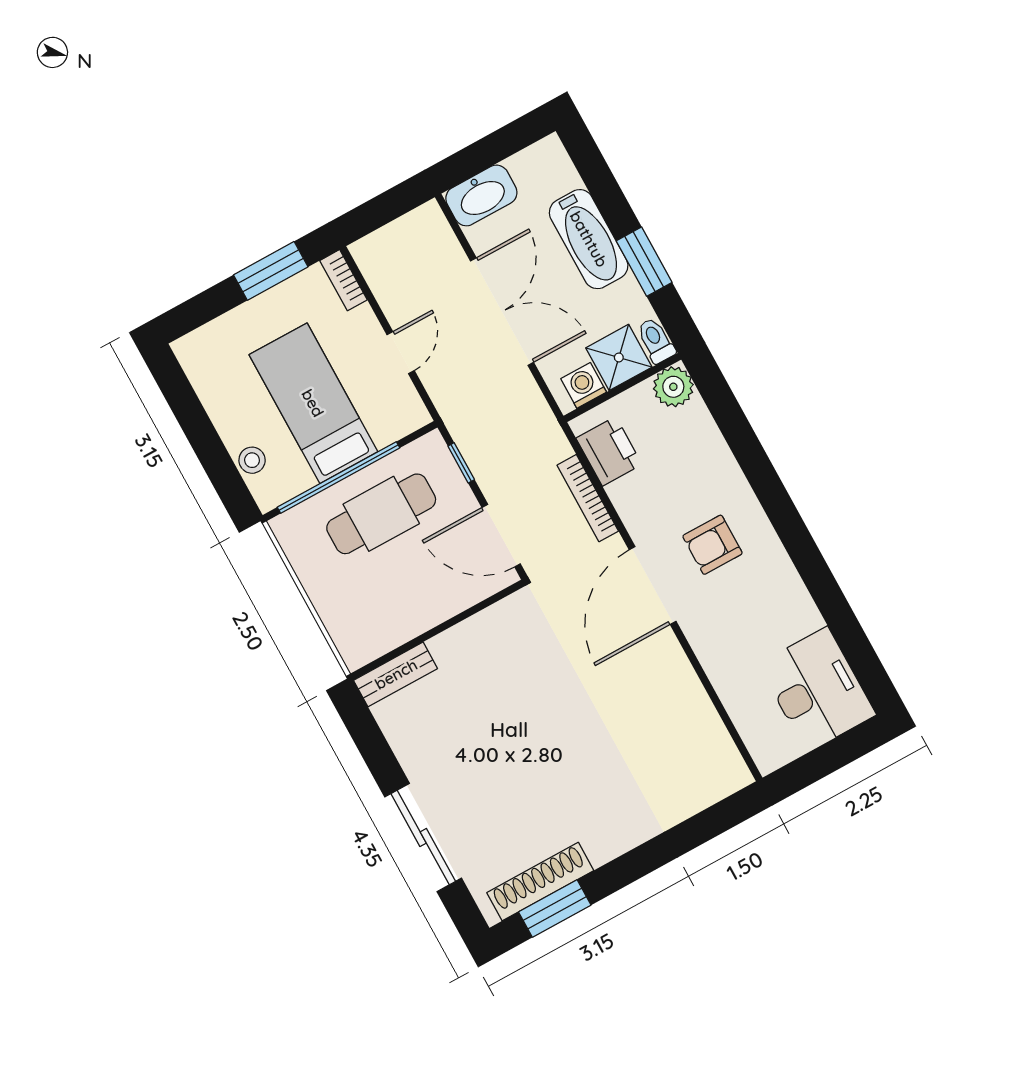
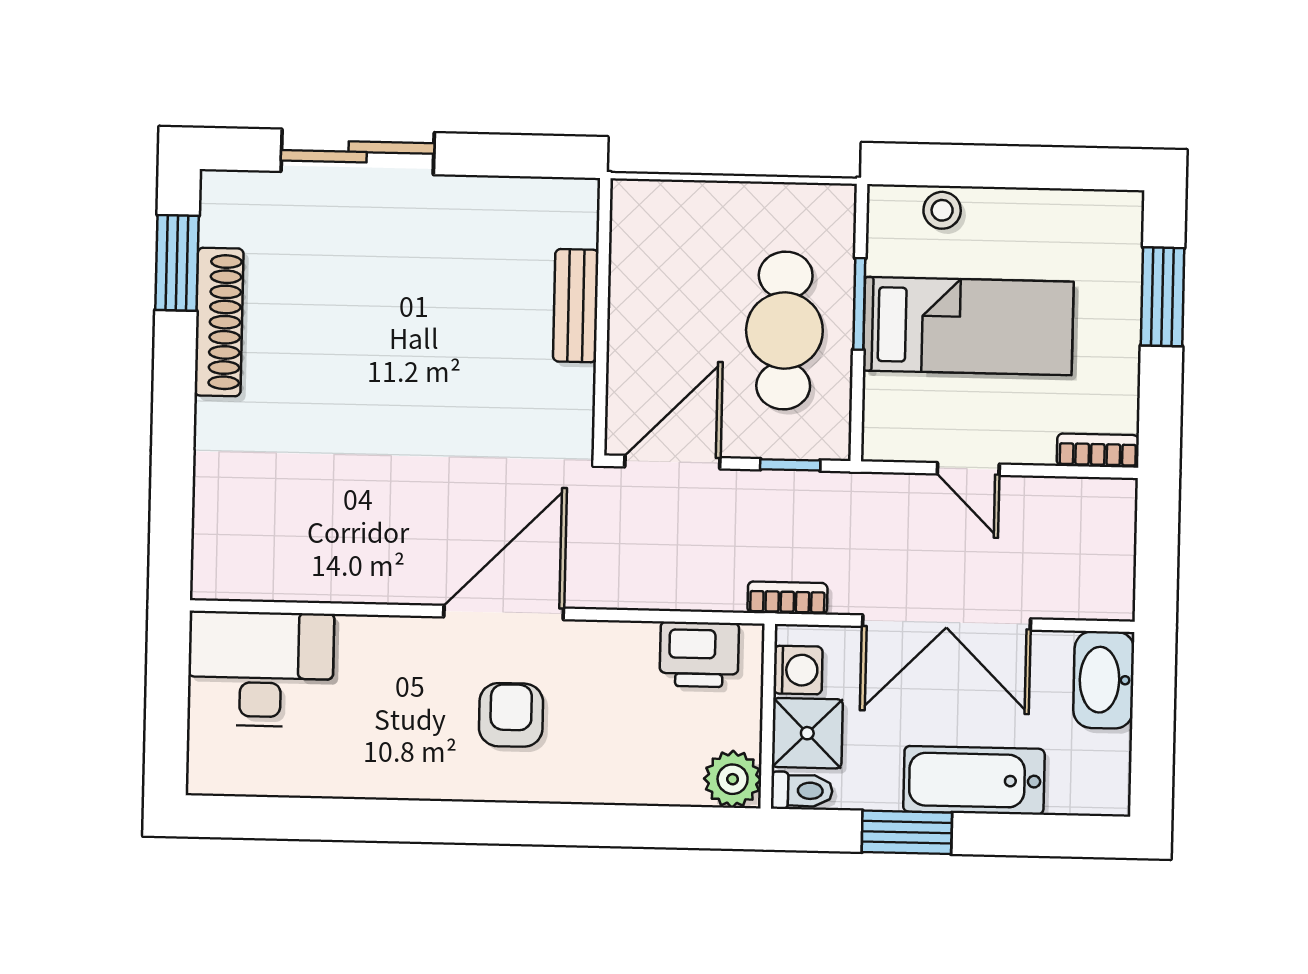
window: (271, 271) -> (1163, 297), moved
window: (338, 478) -> (859, 304), width x0.47
bookcase: (588, 498) -> (787, 598), moved, width x0.64
door: (653, 586) -> (504, 612), hinge flipped
bench: (396, 674) -> (576, 306), moved
desk: (817, 690) -> (261, 669), moved, turned 180
shoe rack: (540, 882) -> (219, 322), moved

